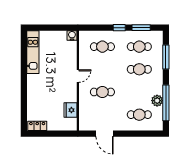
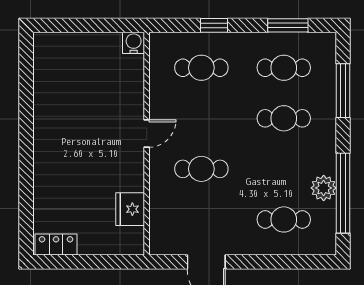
window: (119, 28) -> (214, 25), moved
kitchen unit: (33, 52) -> (46, 80), removed

